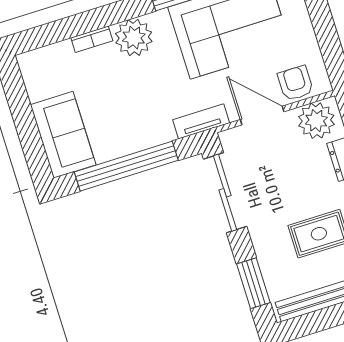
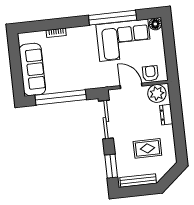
plant: (134, 38) -> (77, 36), removed
tv unit: (201, 121) -> (101, 83), removed
sofa: (63, 135) -> (32, 69), width x1.36

